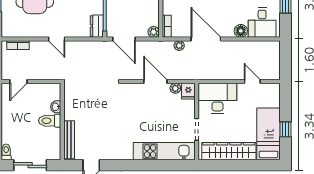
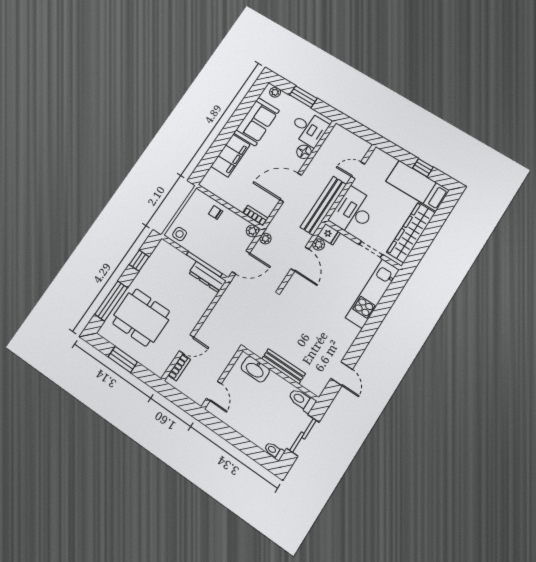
dresser: (97, 26) -> (207, 277), width x1.44
door: (57, 39) -> (187, 344), moved
plant: (179, 46) -> (265, 239), moved
bench: (208, 73) -> (323, 206), added
door: (155, 82) -> (300, 259), swing flipped
washbasin: (56, 107) -> (255, 369), width x1.91, depth x1.45
toilet: (50, 121) -> (302, 400), moved, turned 90
bench: (69, 140) -> (284, 366), moved

